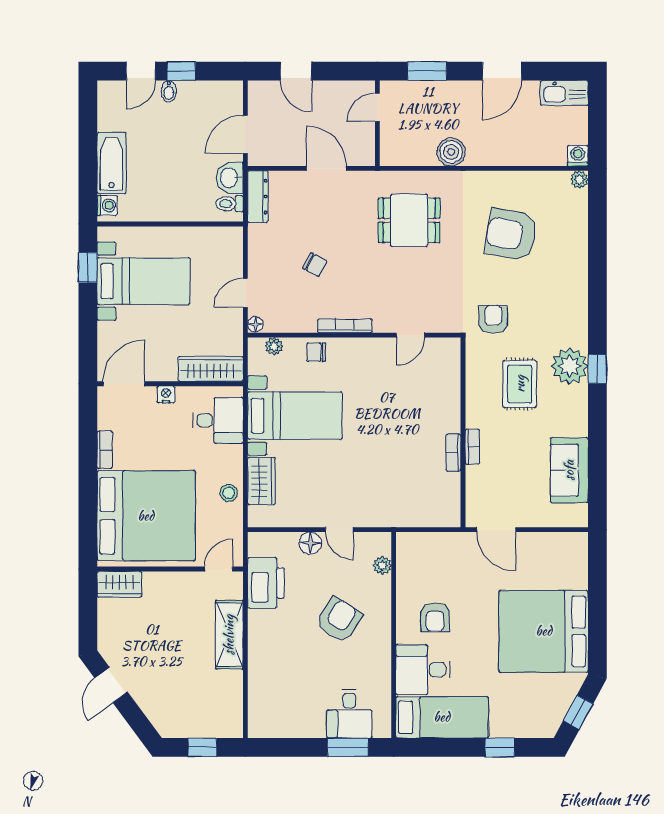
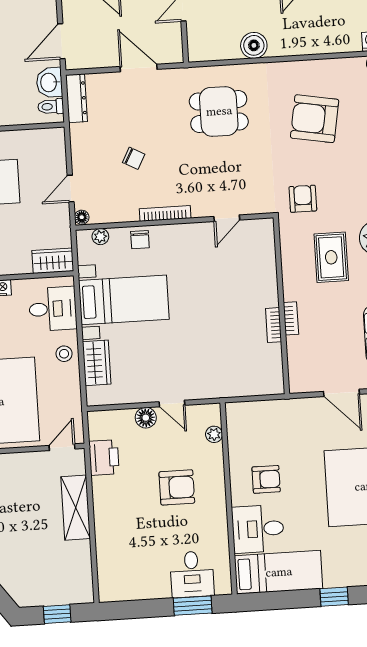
chair: (316, 352) -> (140, 240), turned -90
wardrobe: (211, 369) -> (53, 261), width x0.67
stool: (229, 493) -> (64, 354), moved
door: (496, 530) -> (341, 393), moved
printer: (266, 583) -> (104, 458), width x0.73, depth x0.84
armchair: (435, 617) -> (266, 479), turned -90
armchair: (339, 620) -> (177, 487), turned 58

